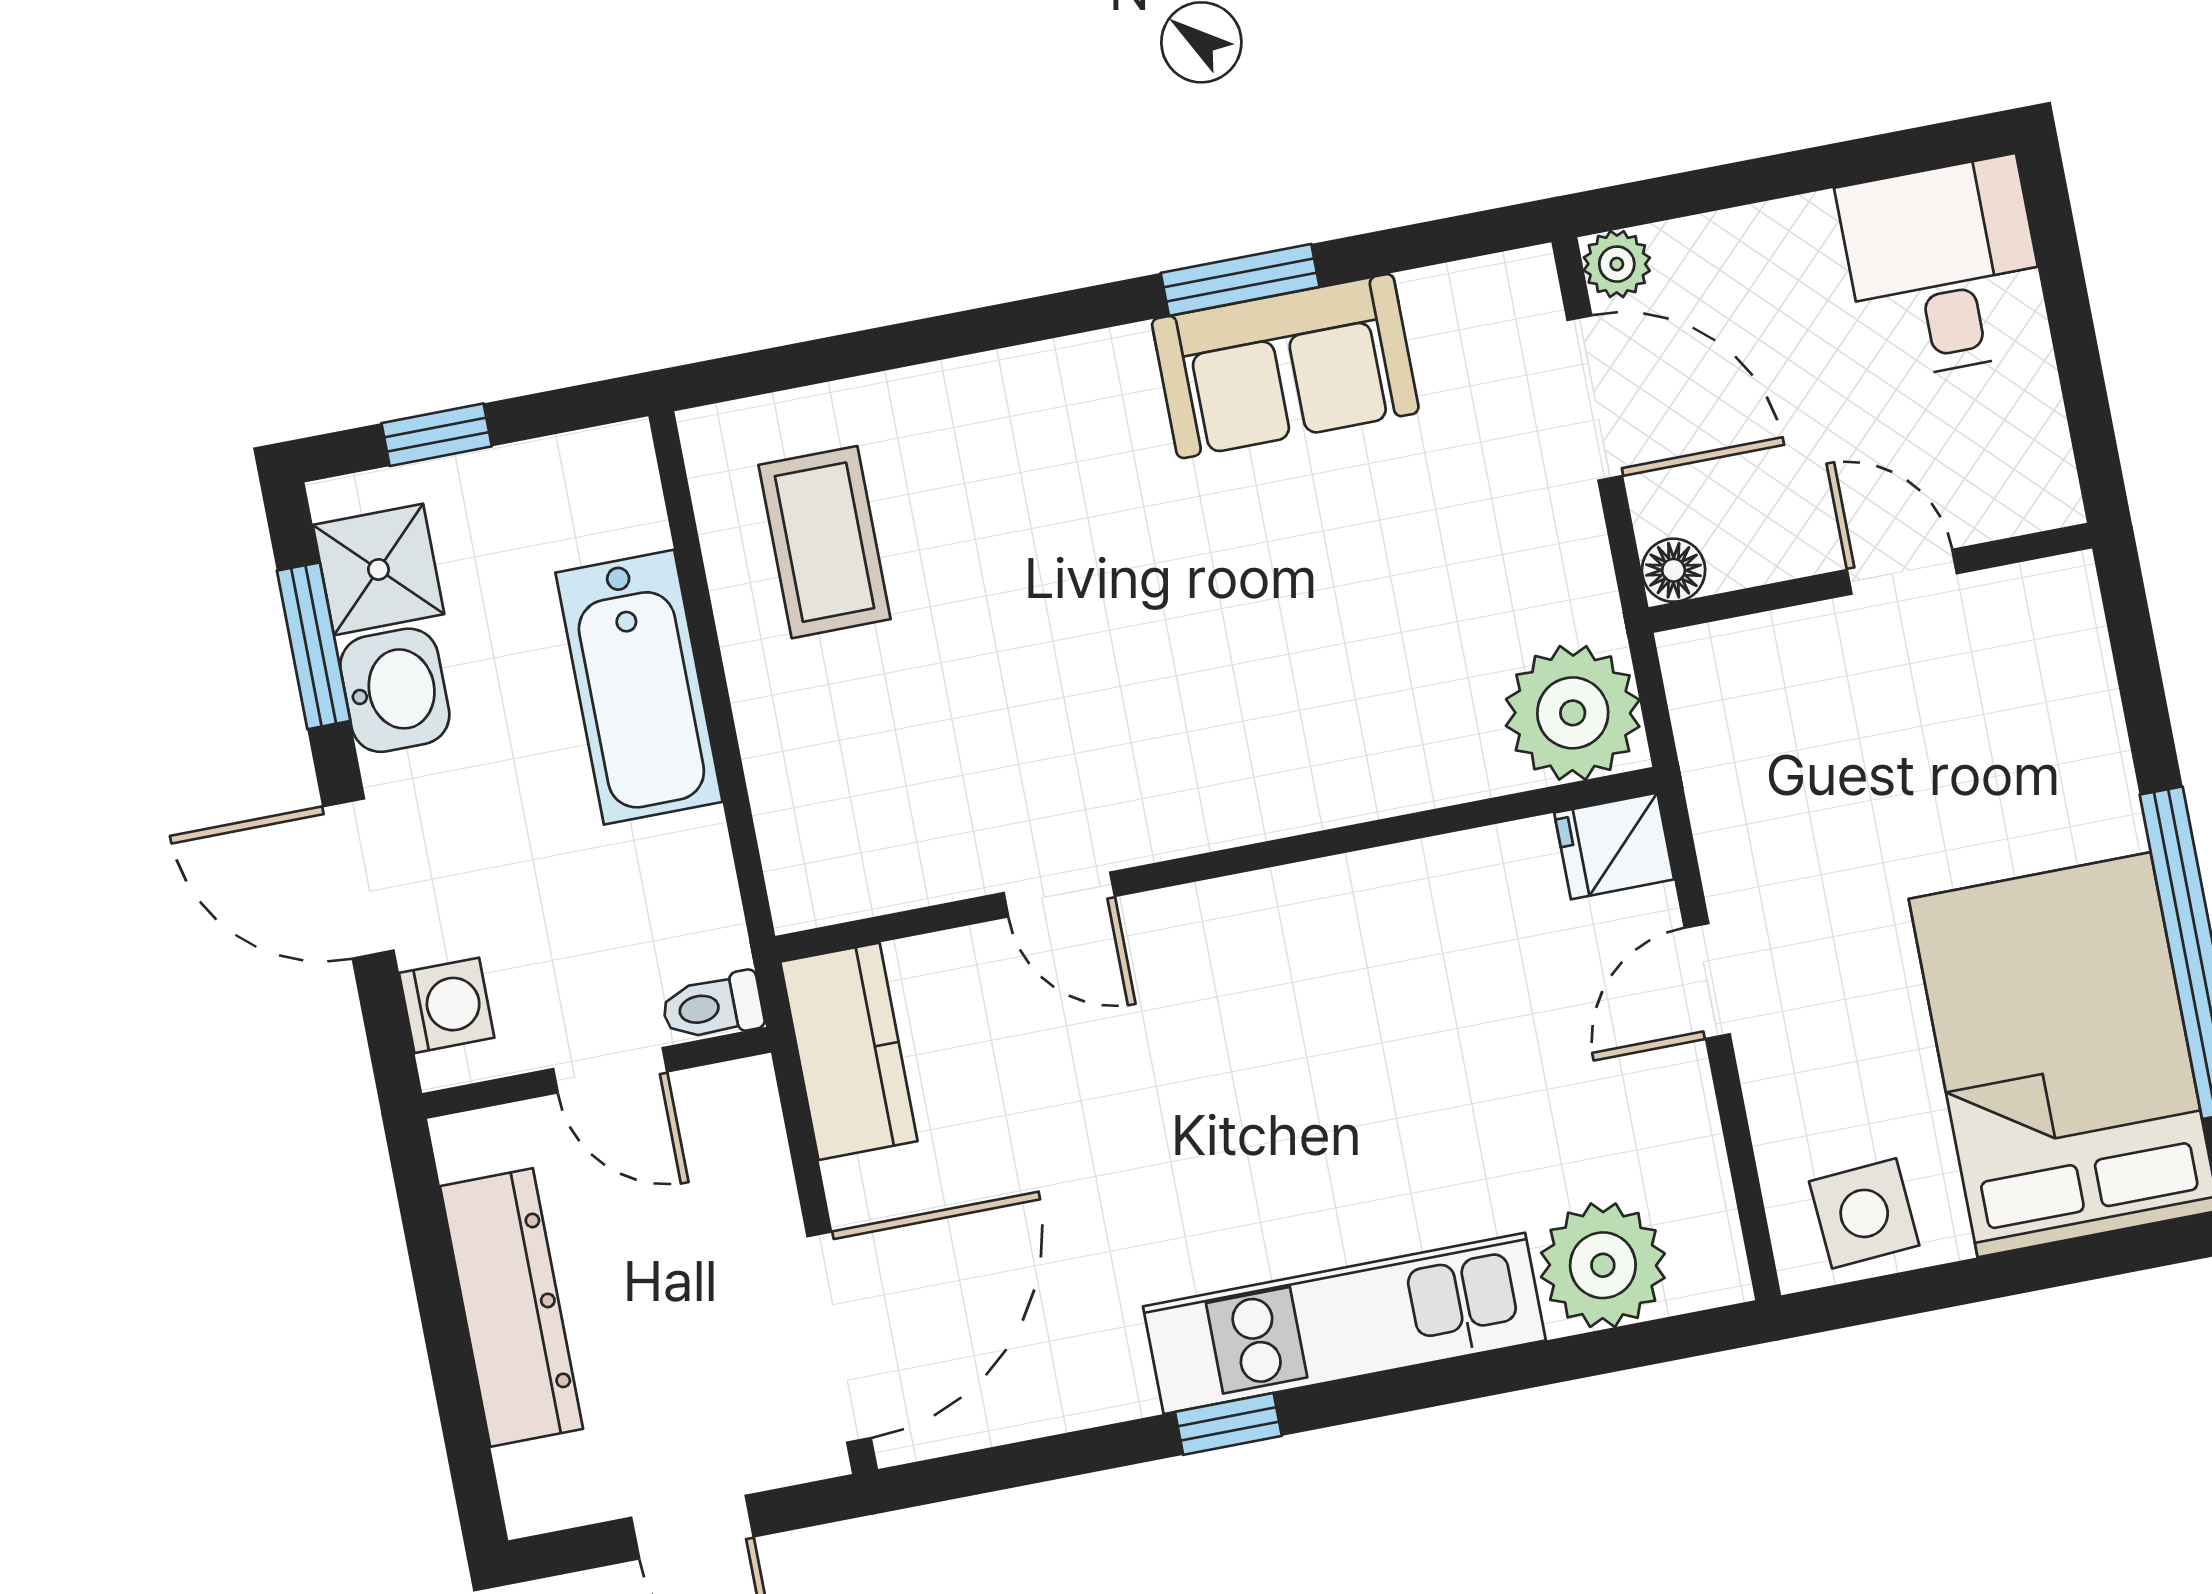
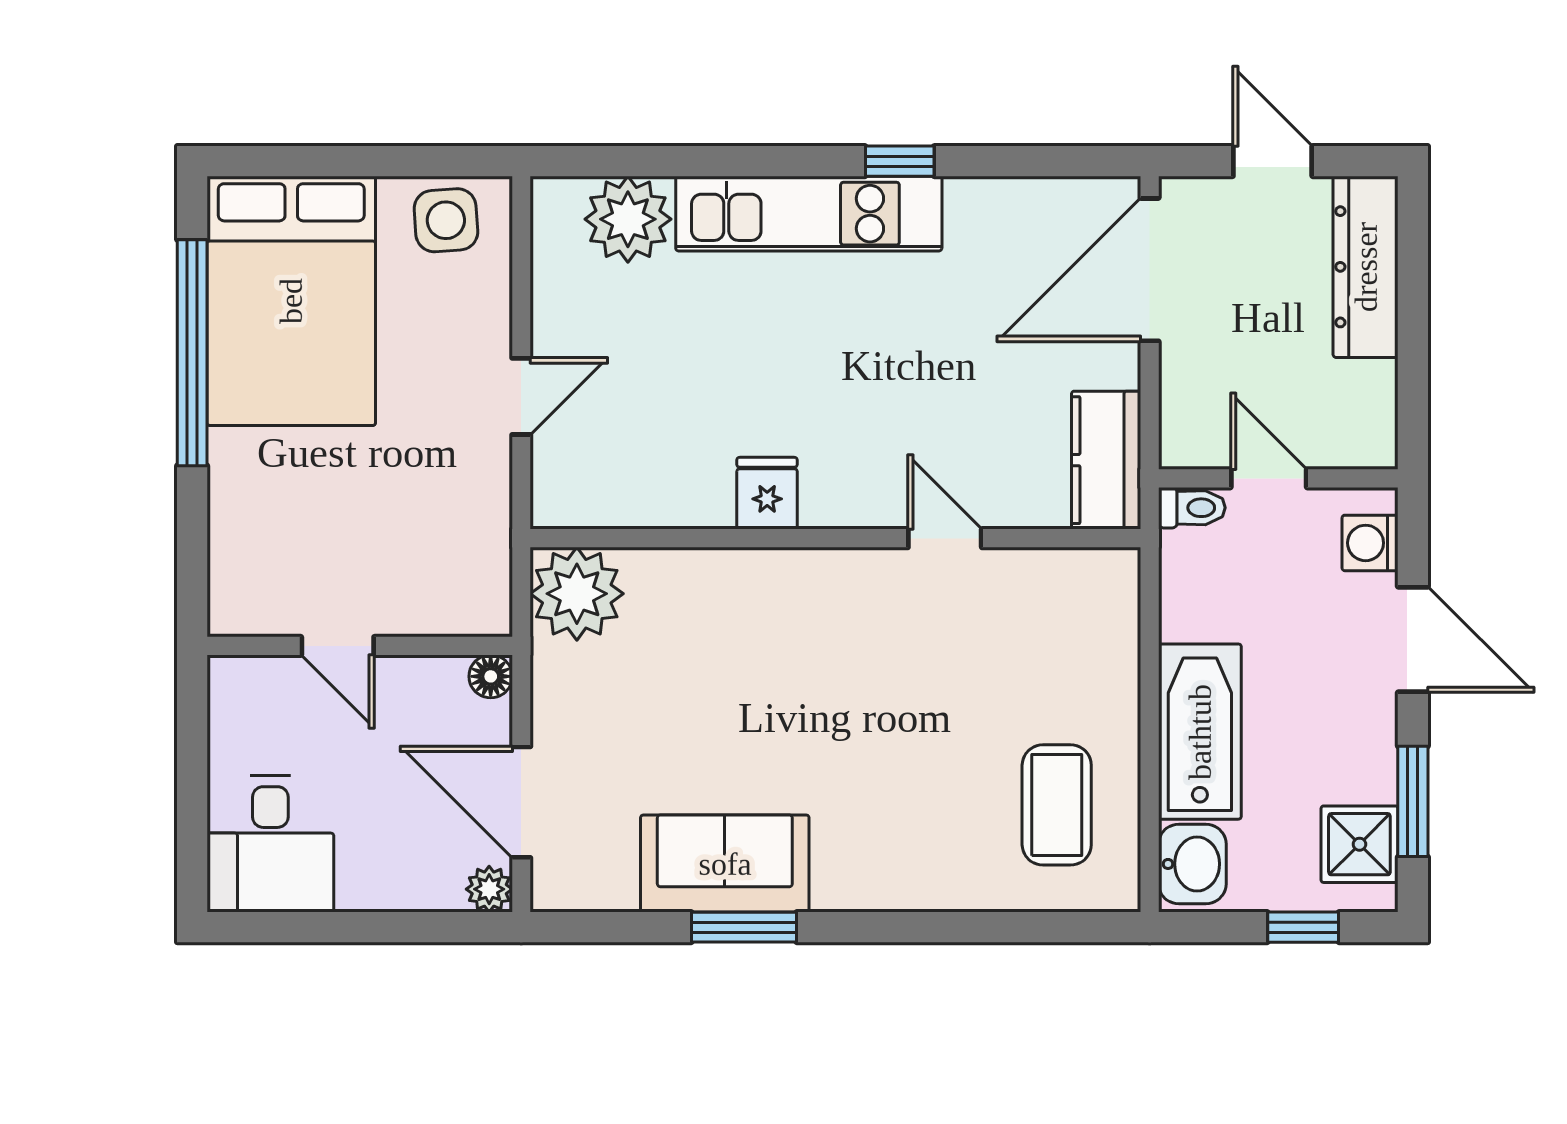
washbasin: (395, 690) -> (1192, 864), moved, turned 180
fridge: (1614, 846) -> (767, 493), moved, turned -90
dresser: (512, 1307) -> (1366, 267), moved

